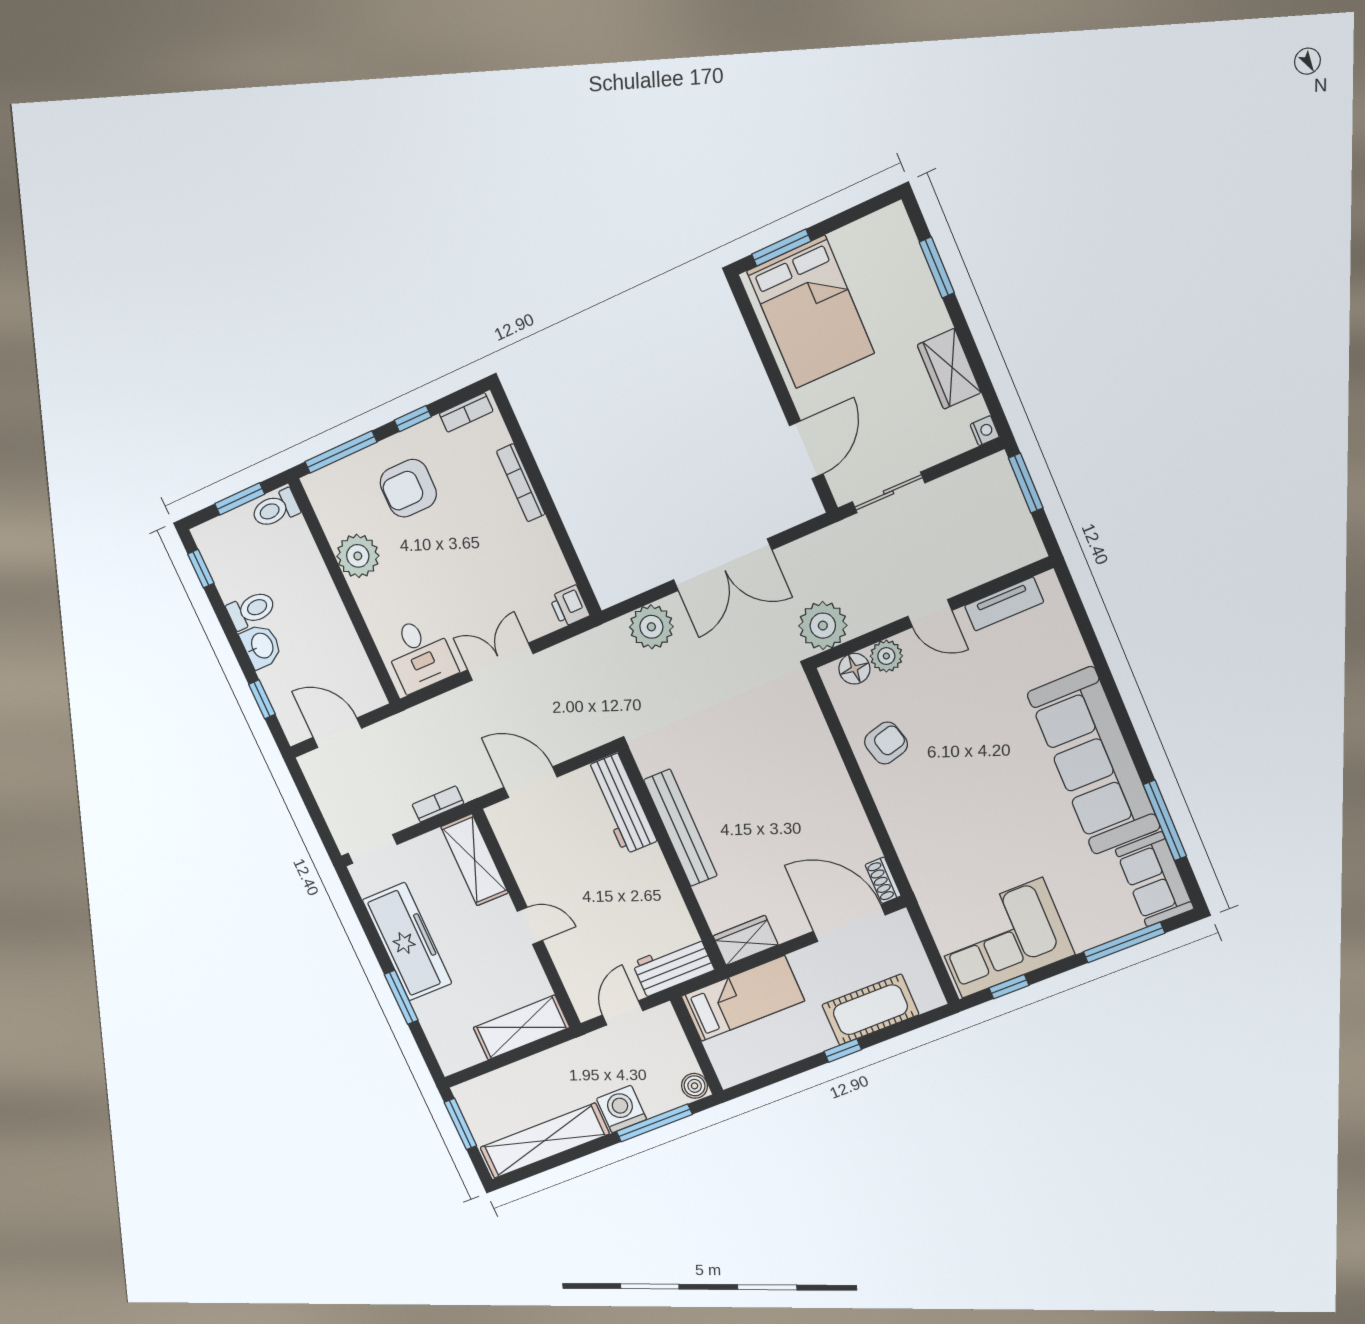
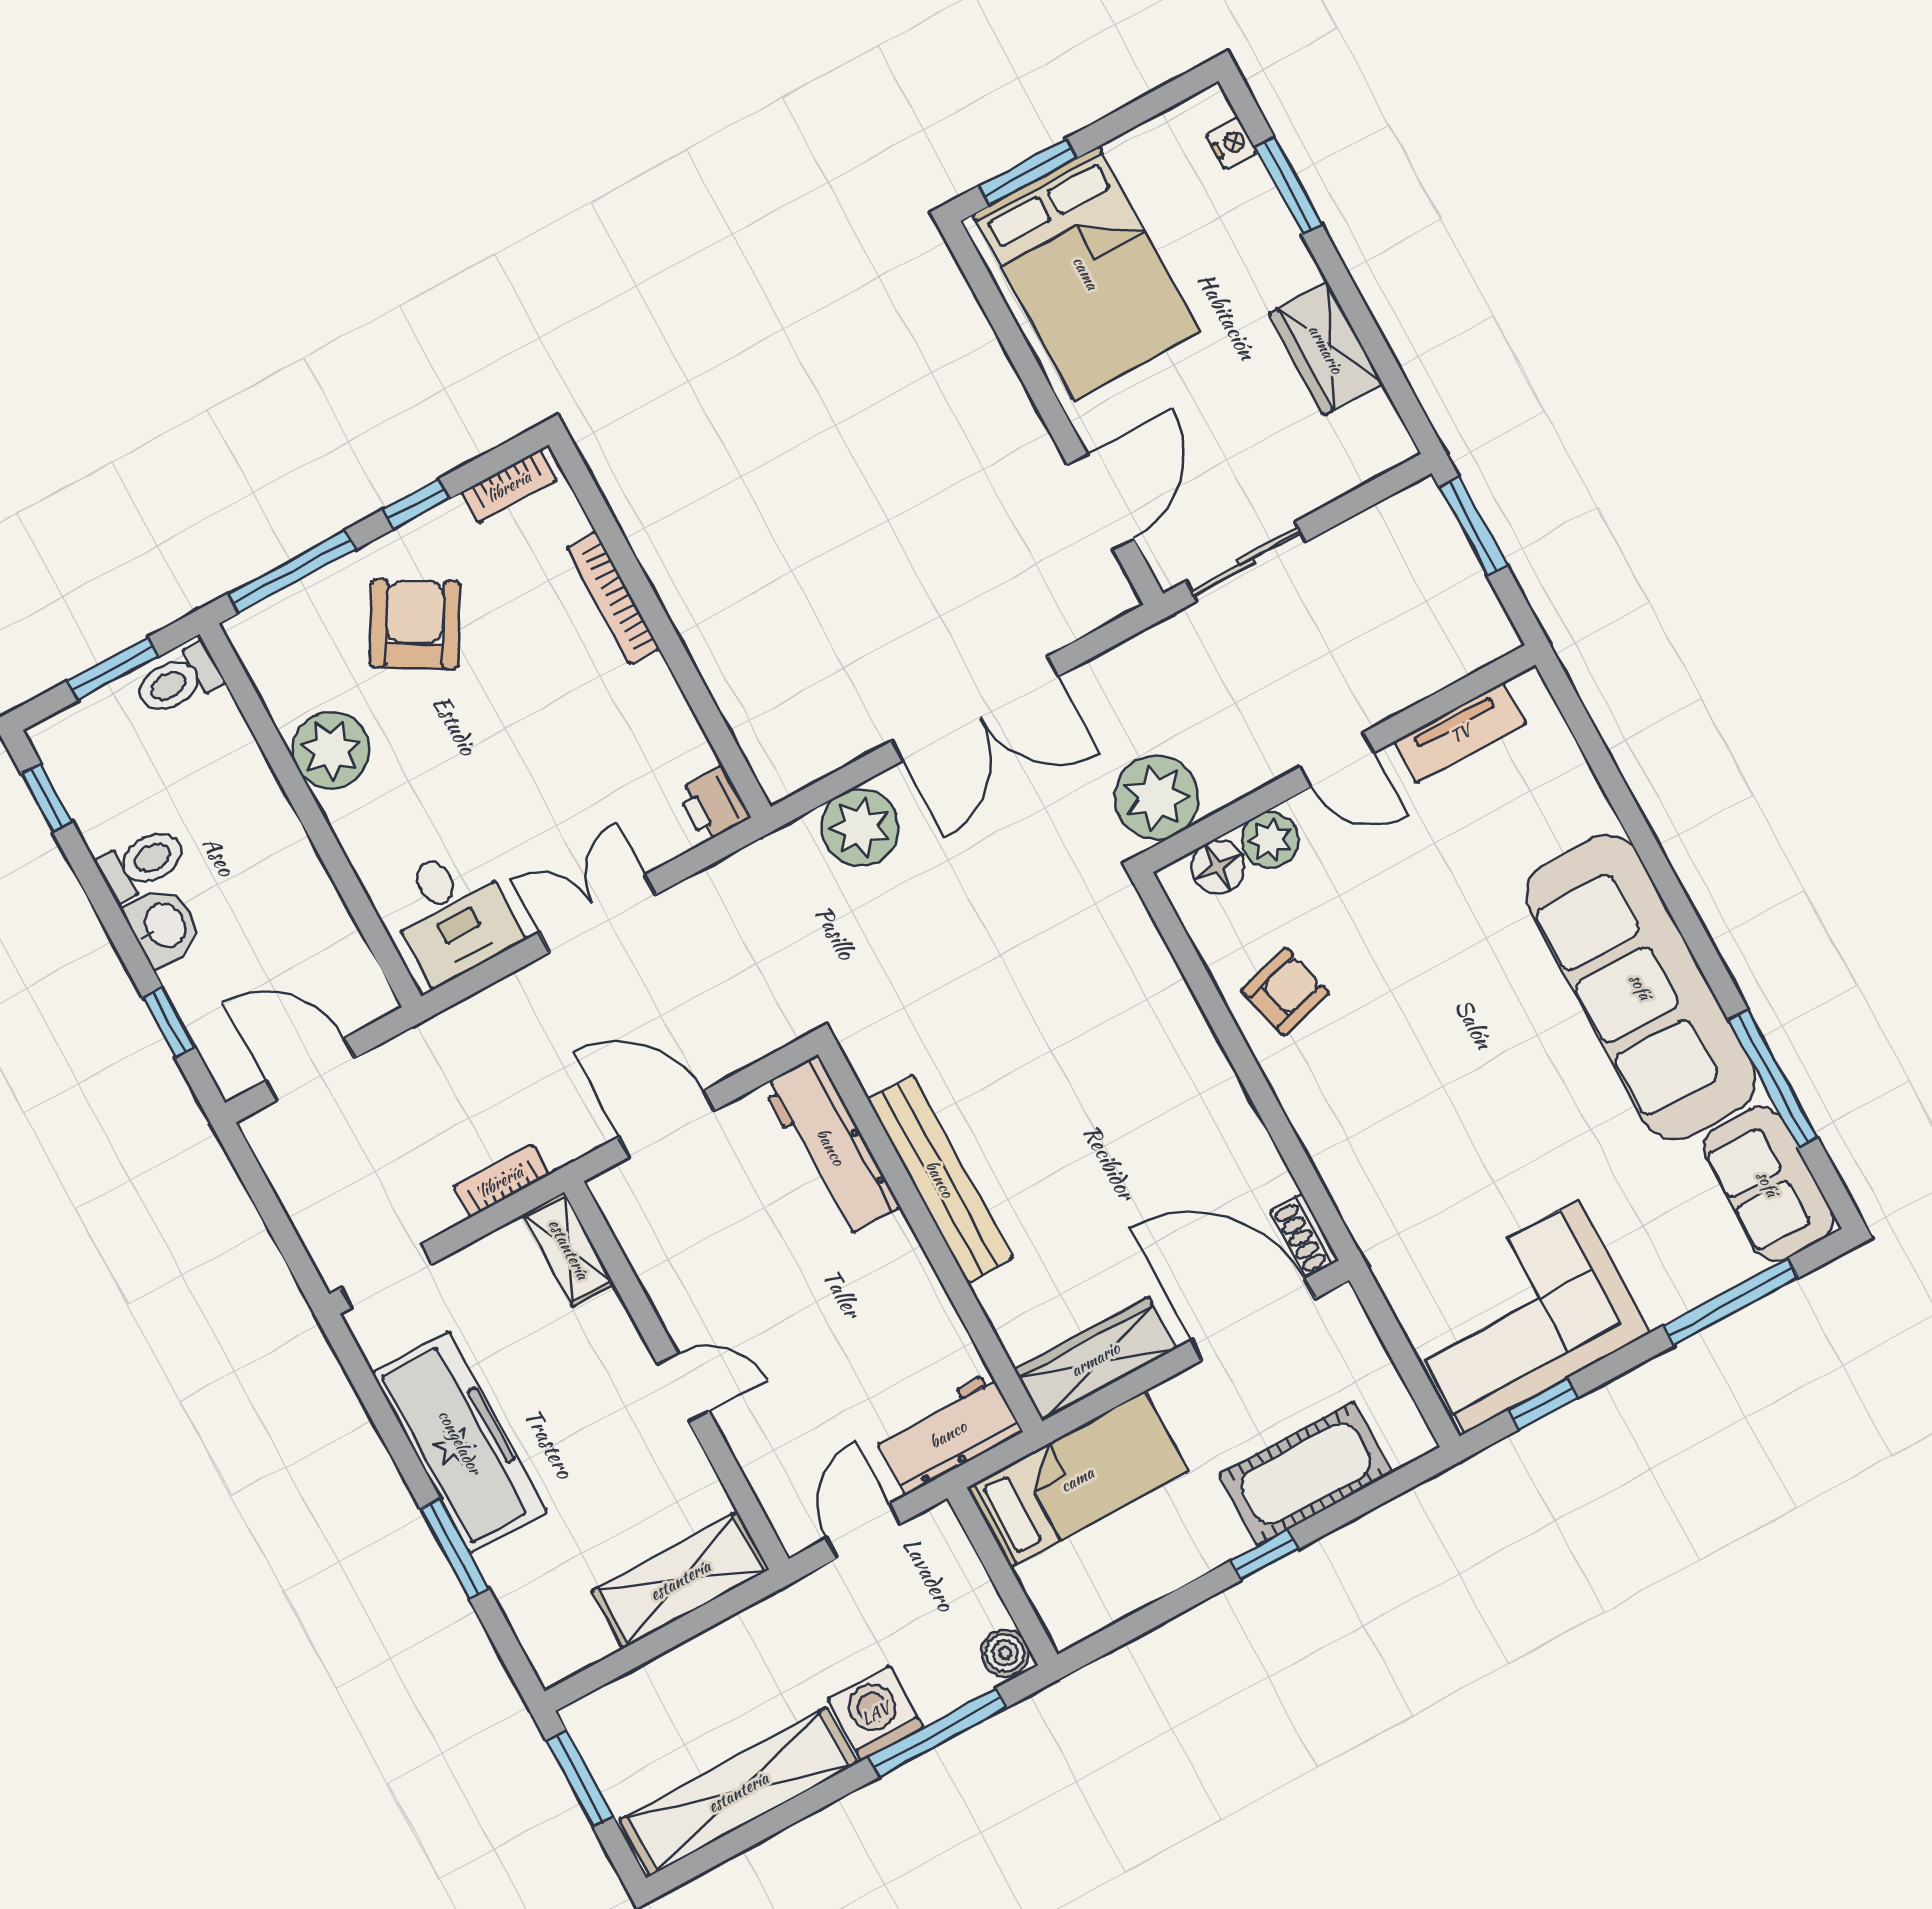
nightstand: (985, 431) -> (1231, 143), moved
armchair: (408, 488) -> (415, 624), turned 120
shelving: (475, 860) -> (569, 1249), width x0.67, depth x0.75
wardrobe: (746, 940) -> (1095, 1359), width x1.50

